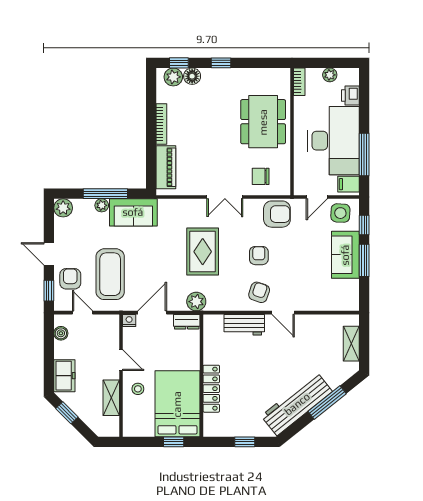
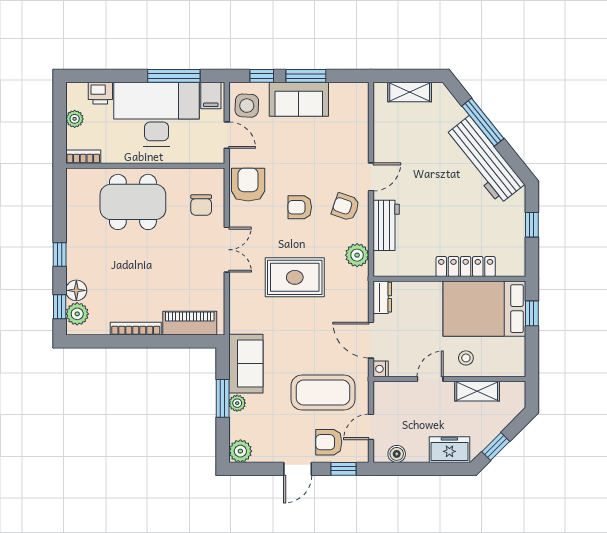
window: (105, 194) -> (223, 398), width x0.69
plant: (196, 302) -> (357, 255), moved

